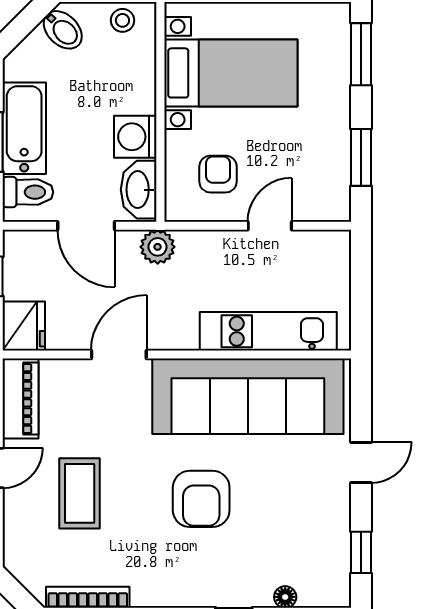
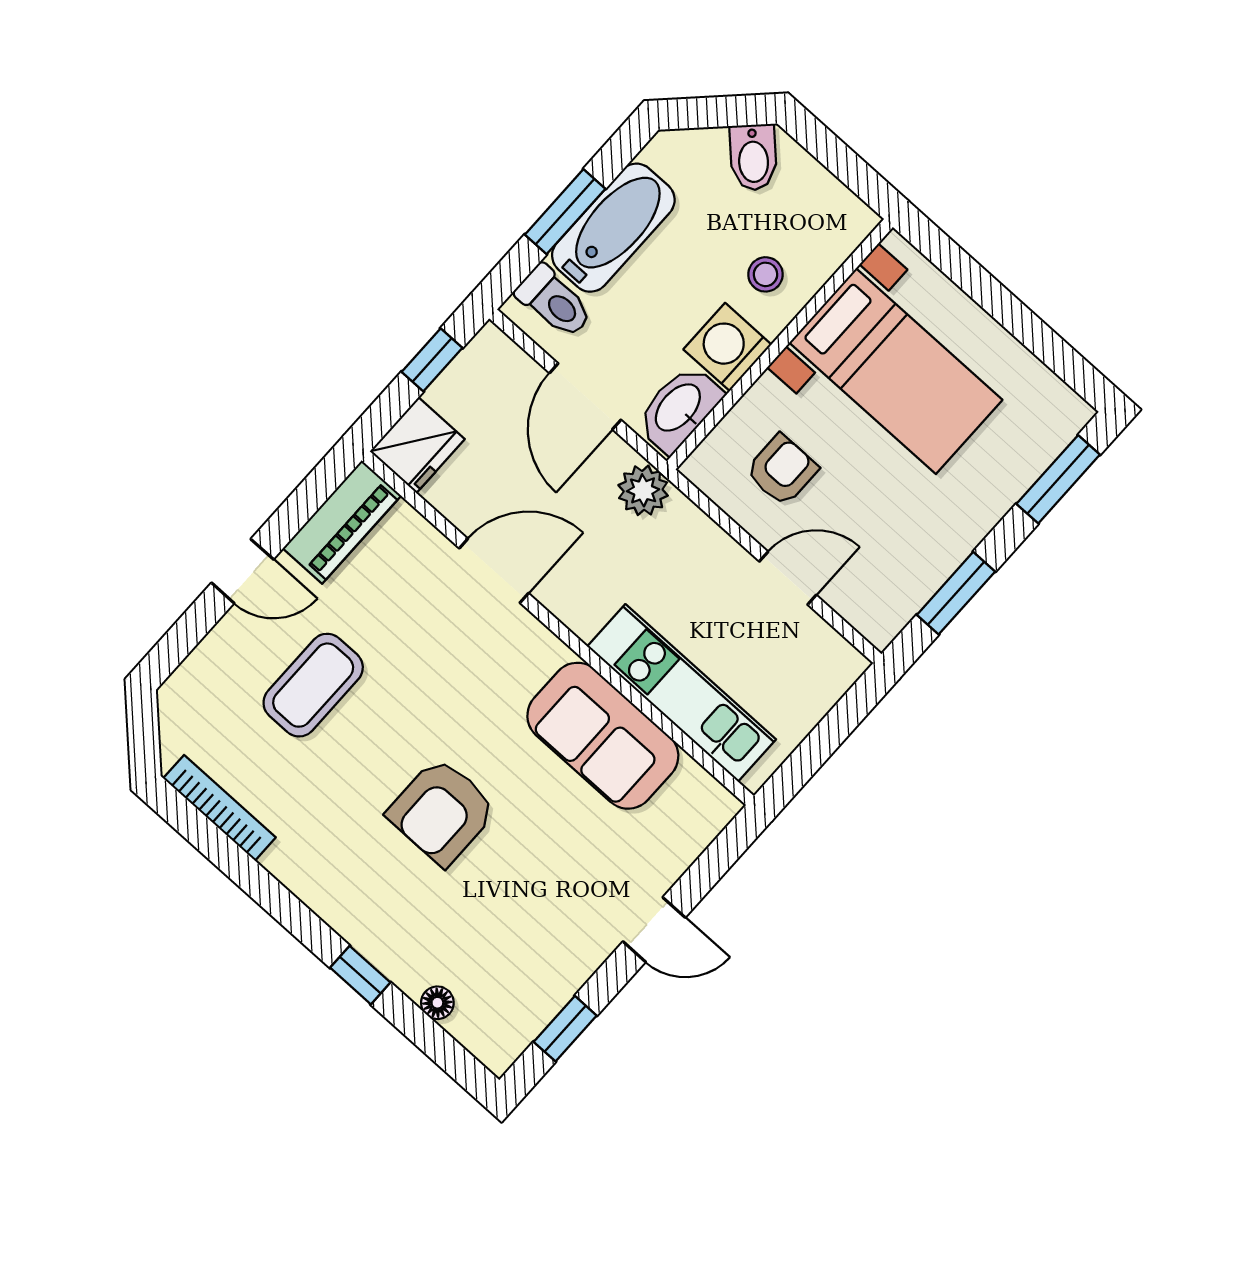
stool: (122, 20) -> (766, 274), moved
sofa: (248, 396) -> (603, 736), width x0.54, depth x0.79

